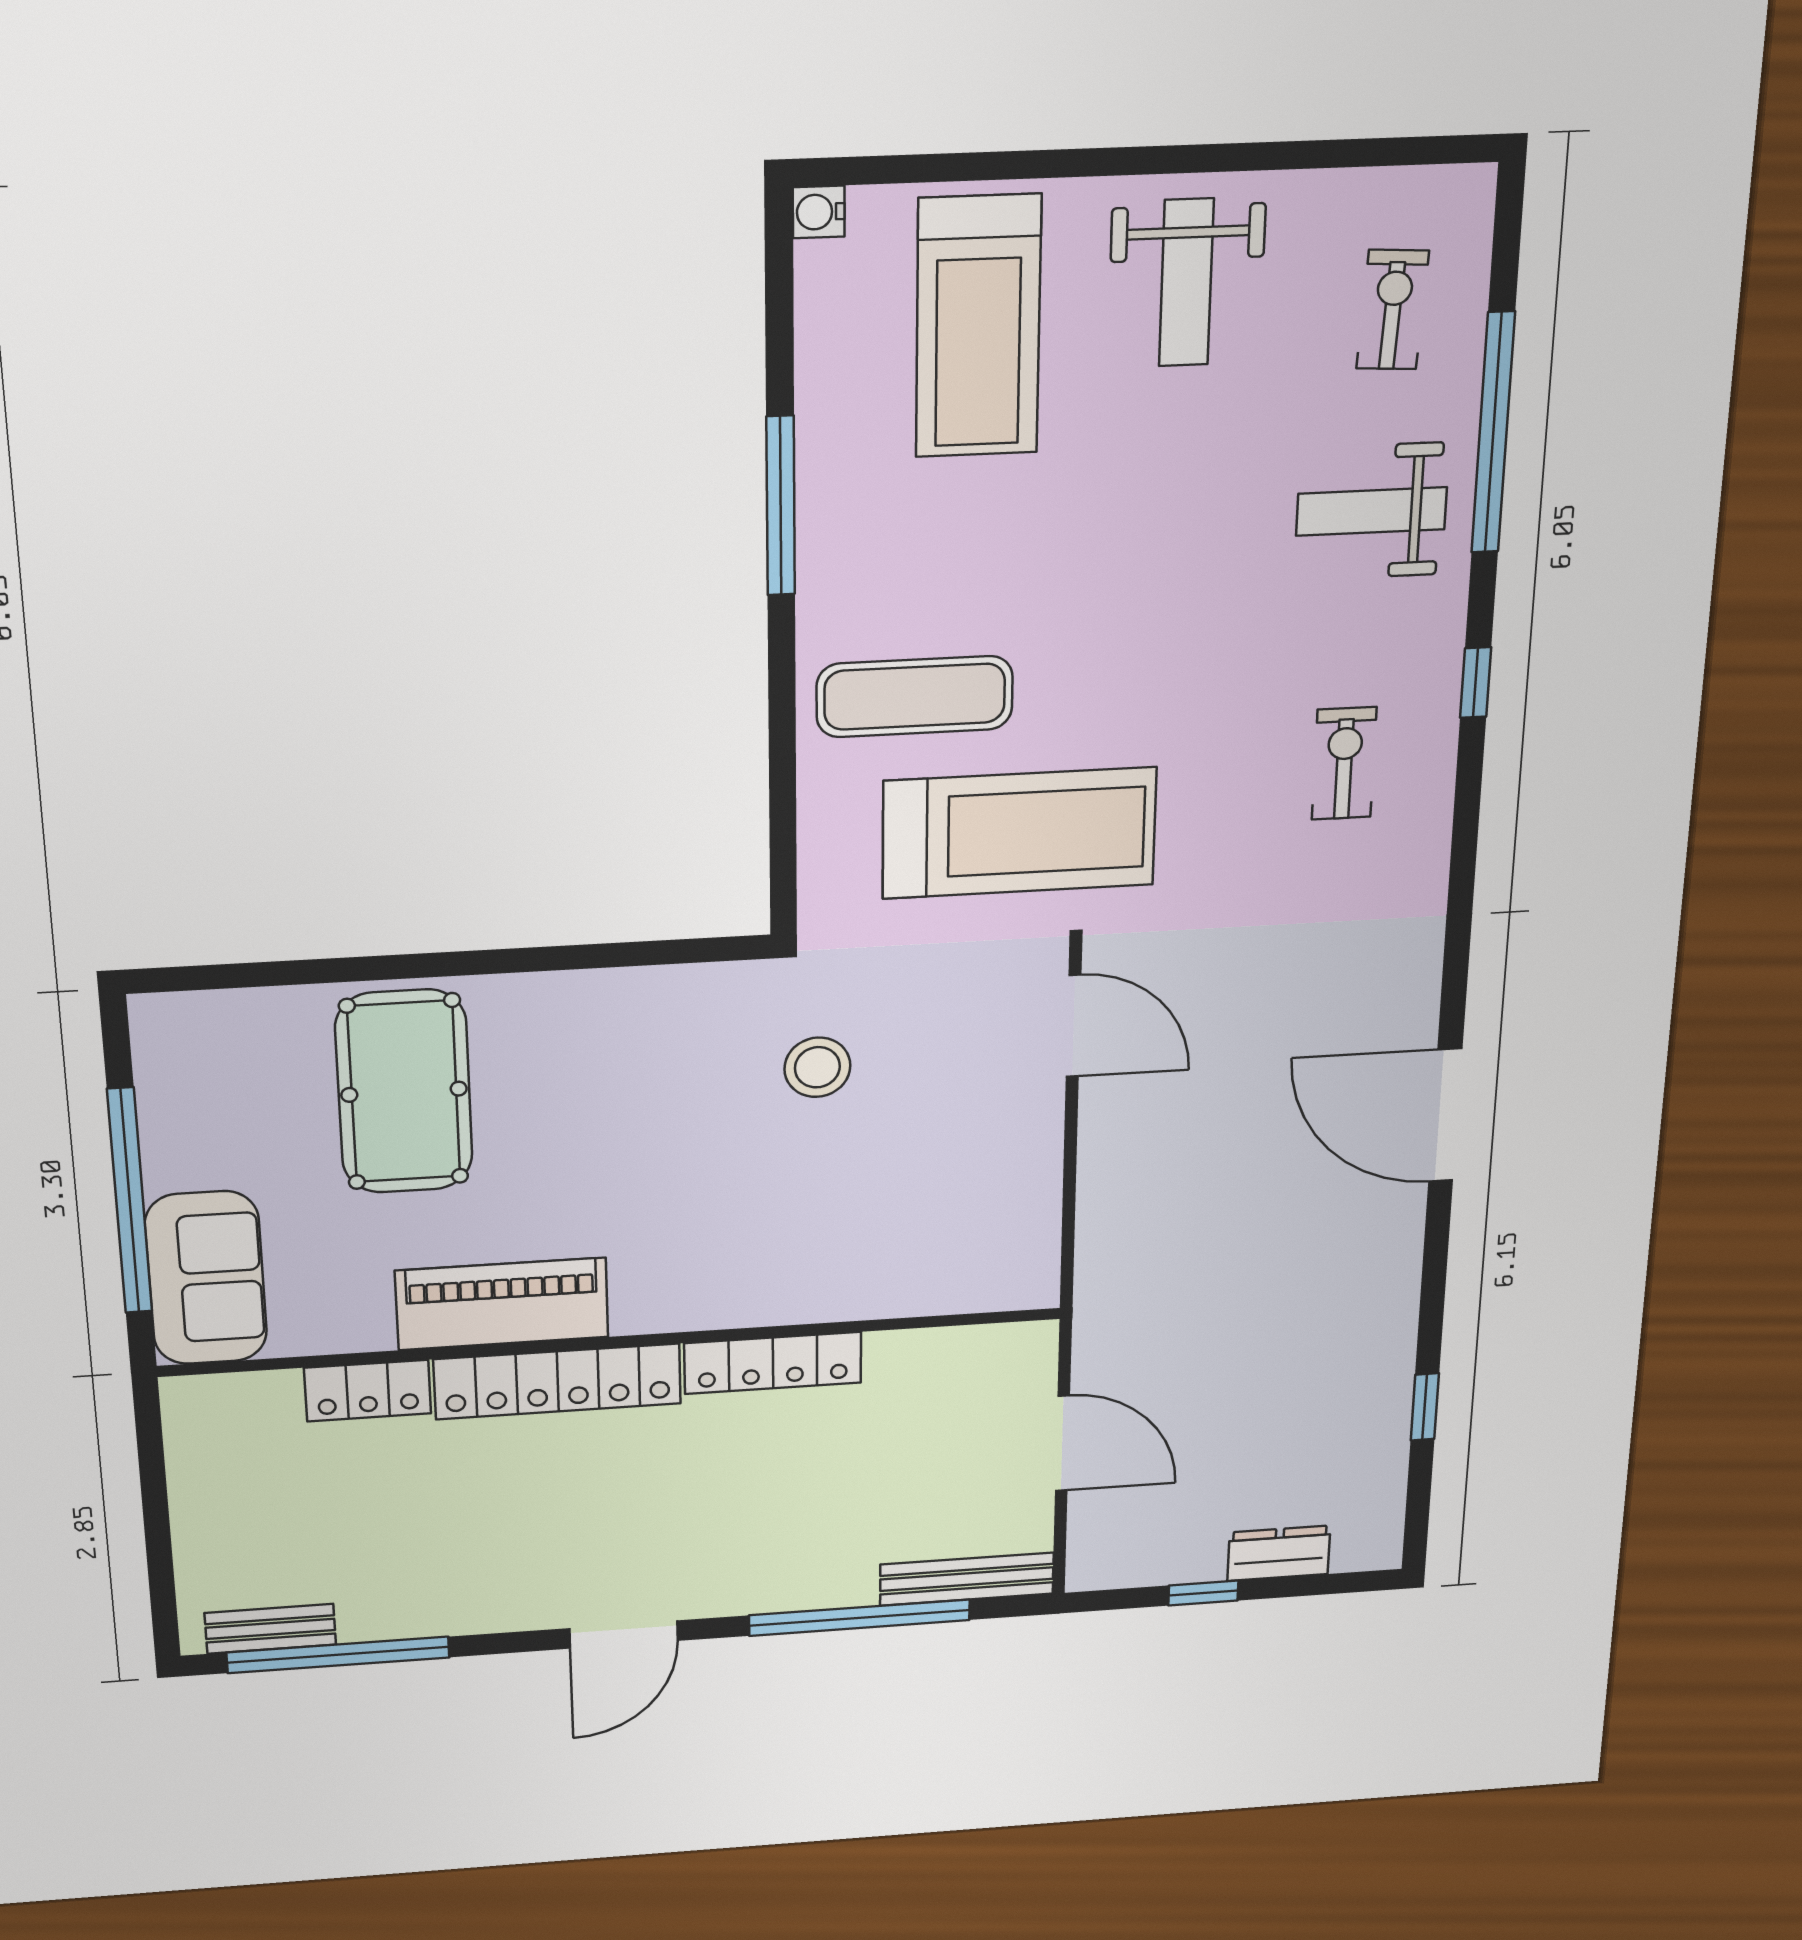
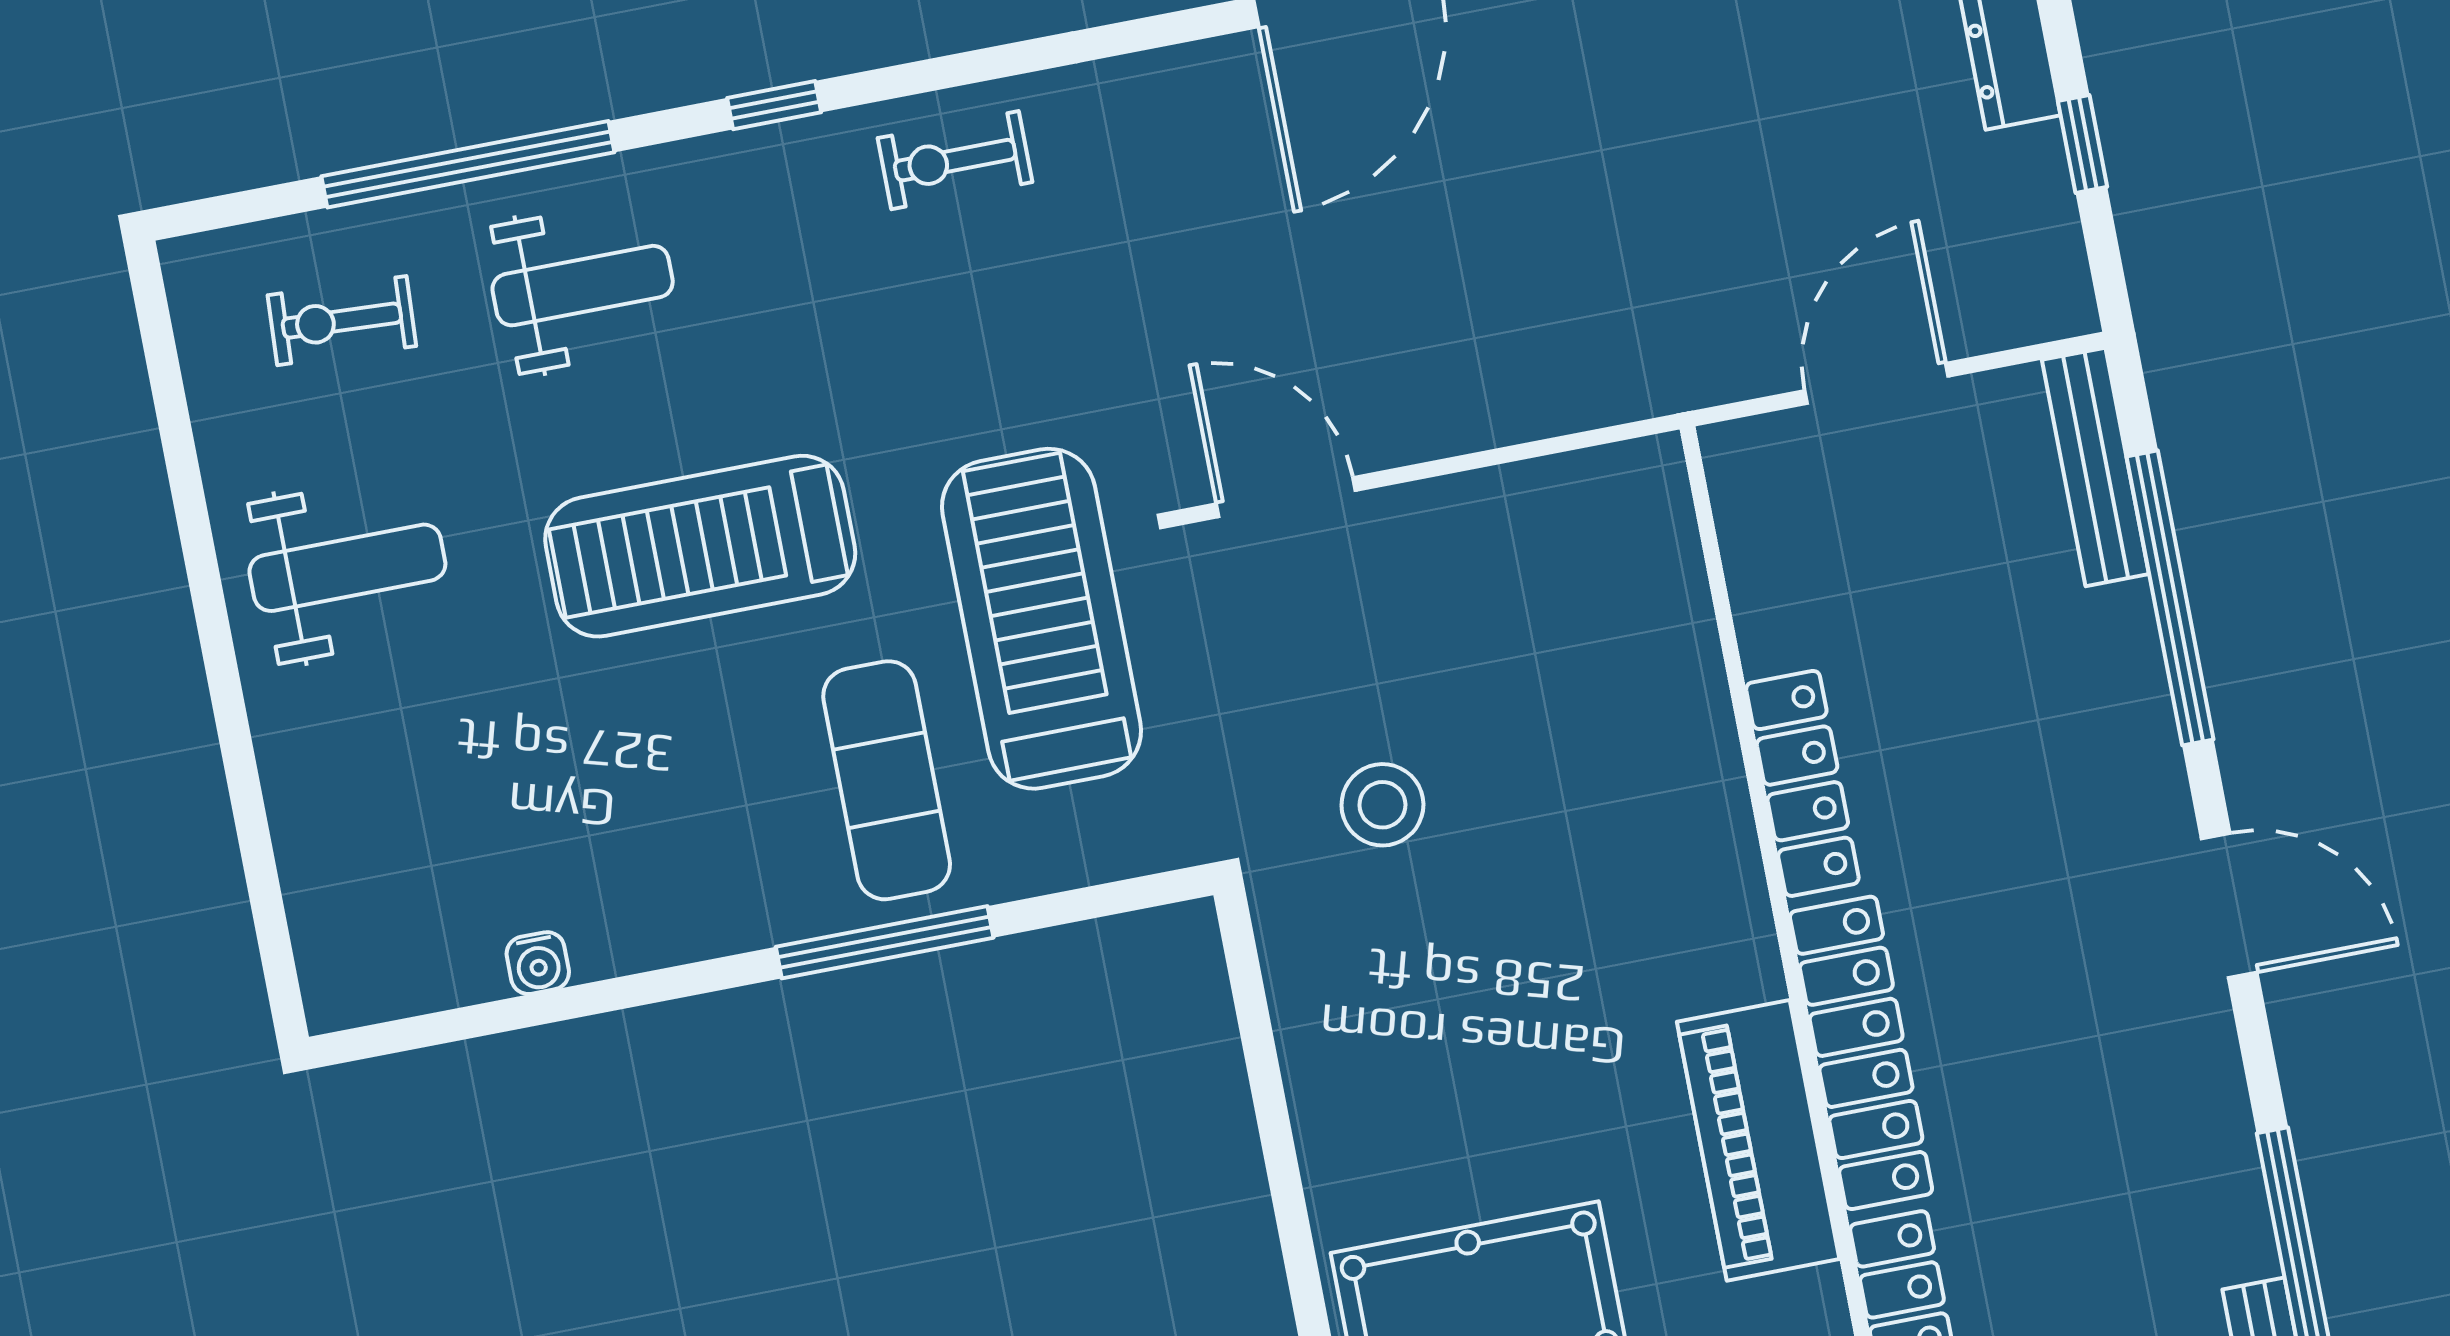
water cooler: (819, 212) -> (538, 963), moved
treadmill: (978, 327) -> (700, 546), moved, turned 180
window: (781, 506) -> (885, 942), moved
weight bench: (1371, 511) -> (583, 286), turned -90
exercise bike: (1344, 763) -> (955, 160), moved
door: (1074, 1026) -> (1286, 497), hinge flipped

